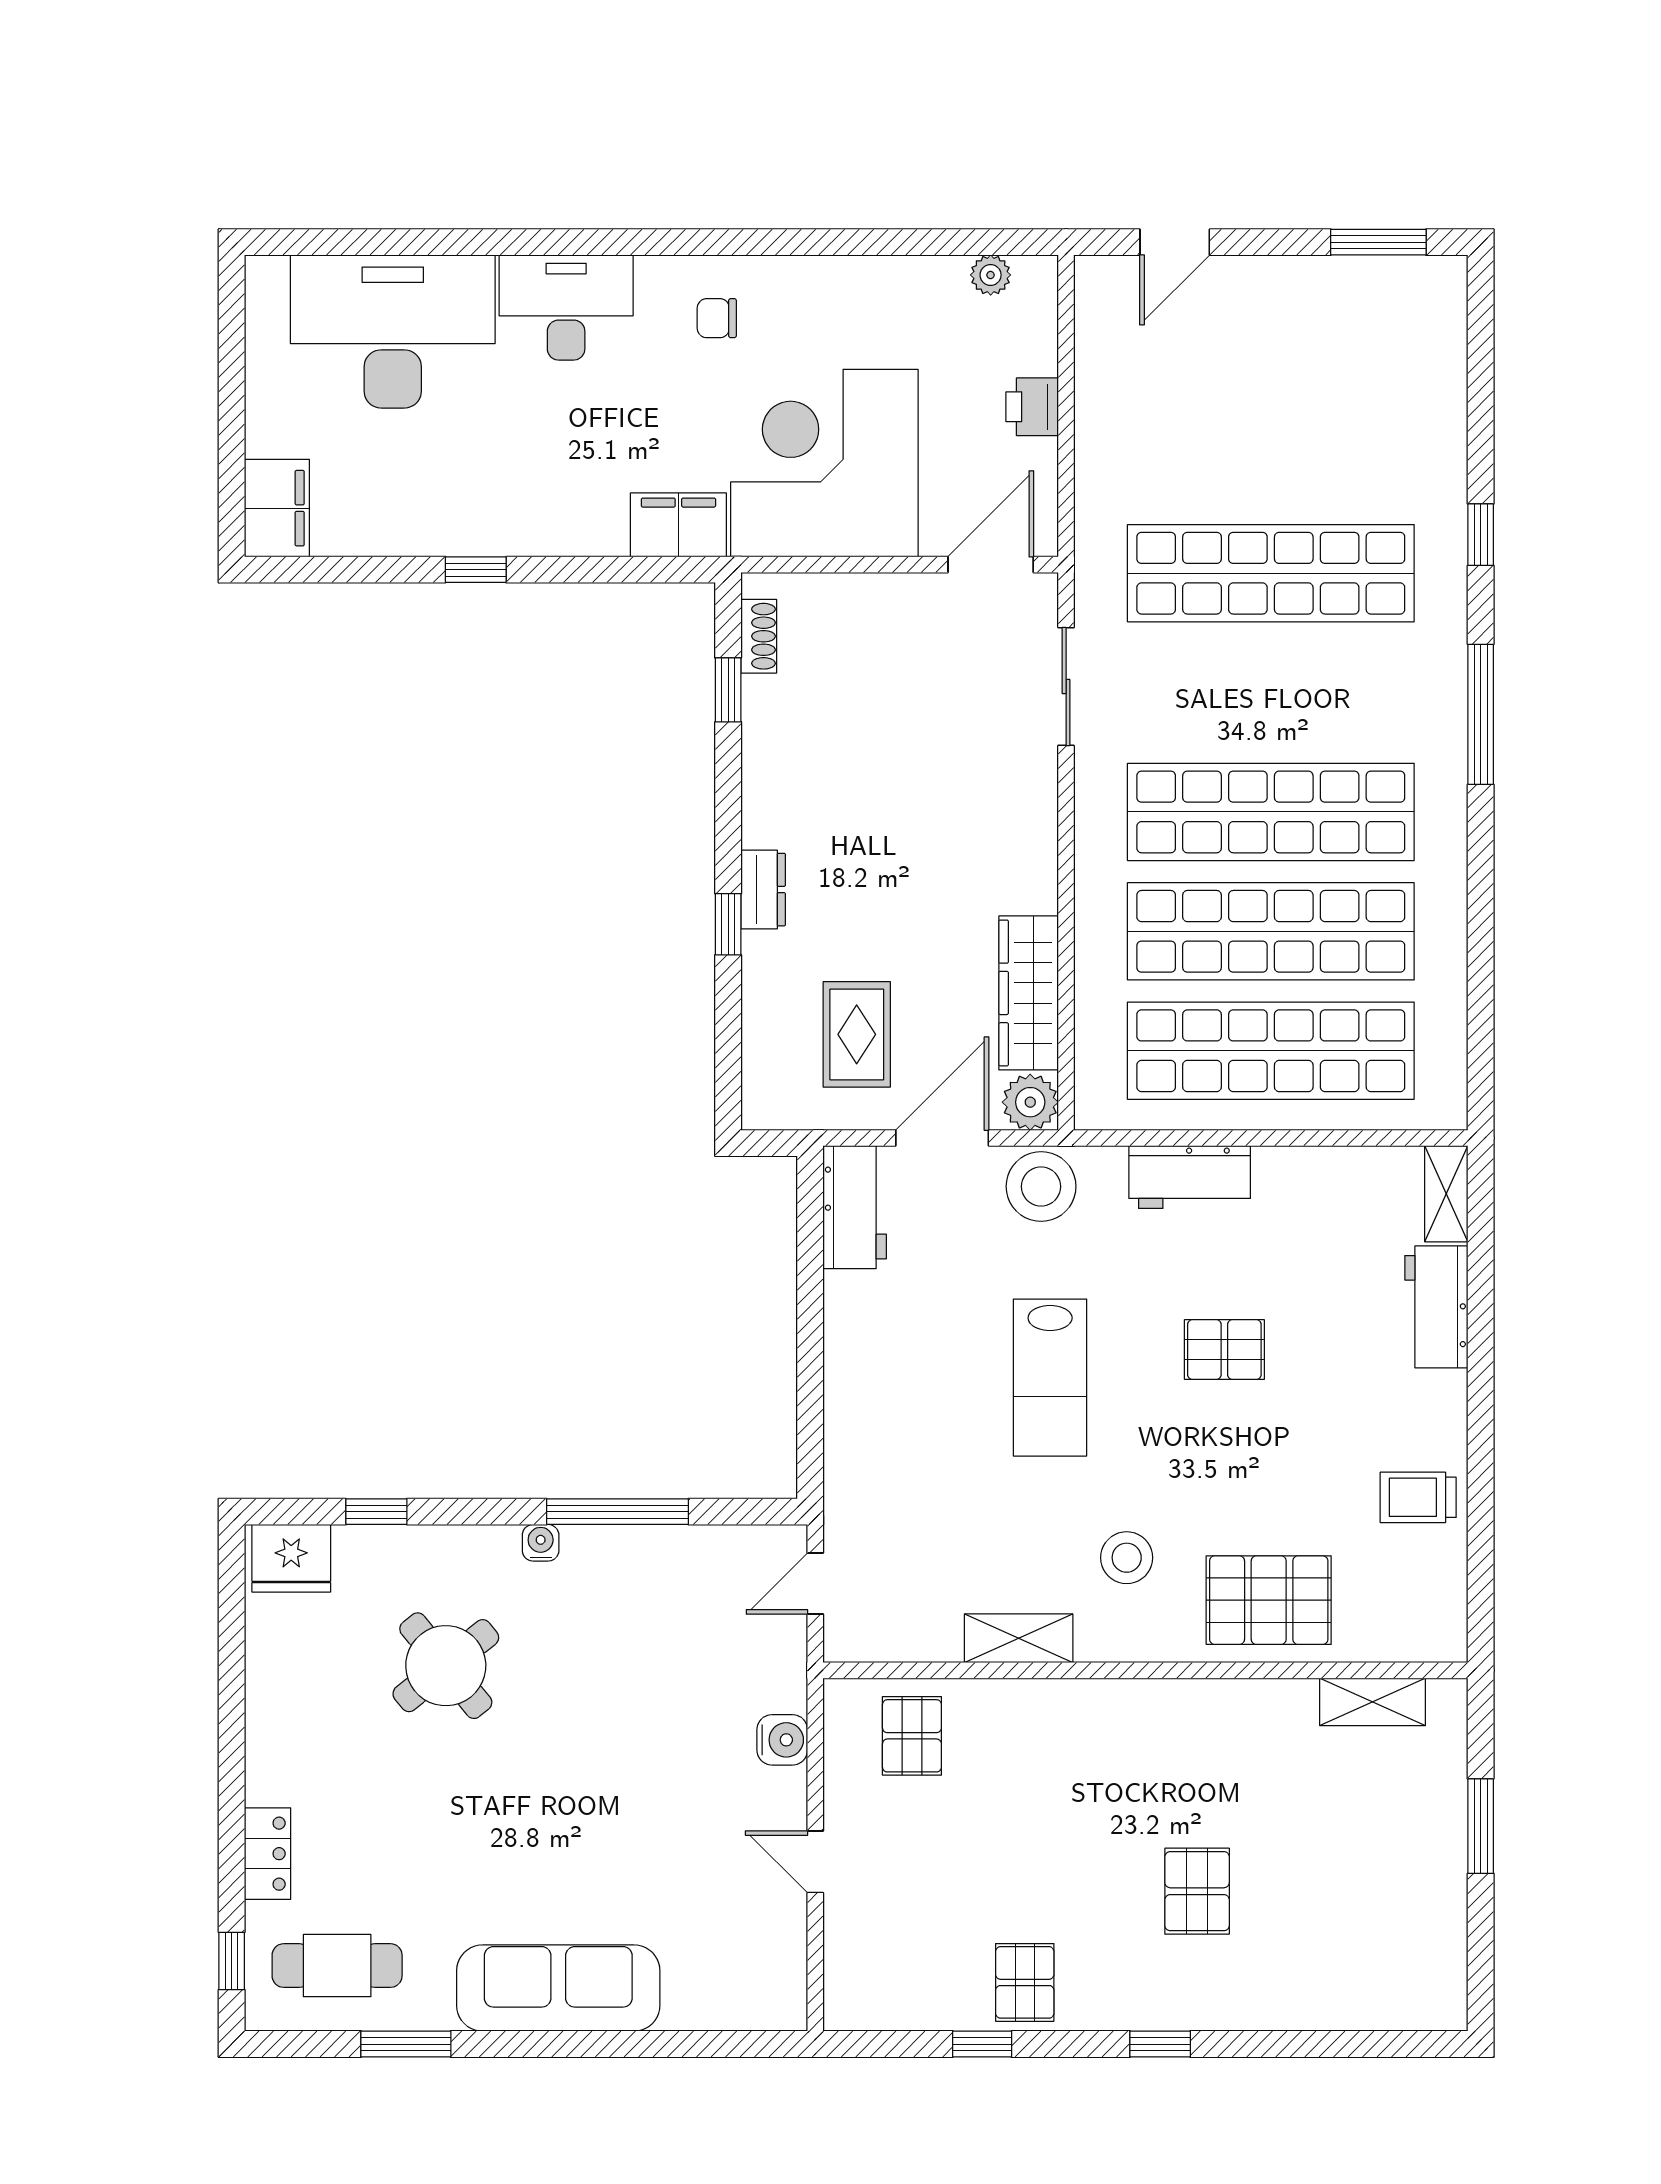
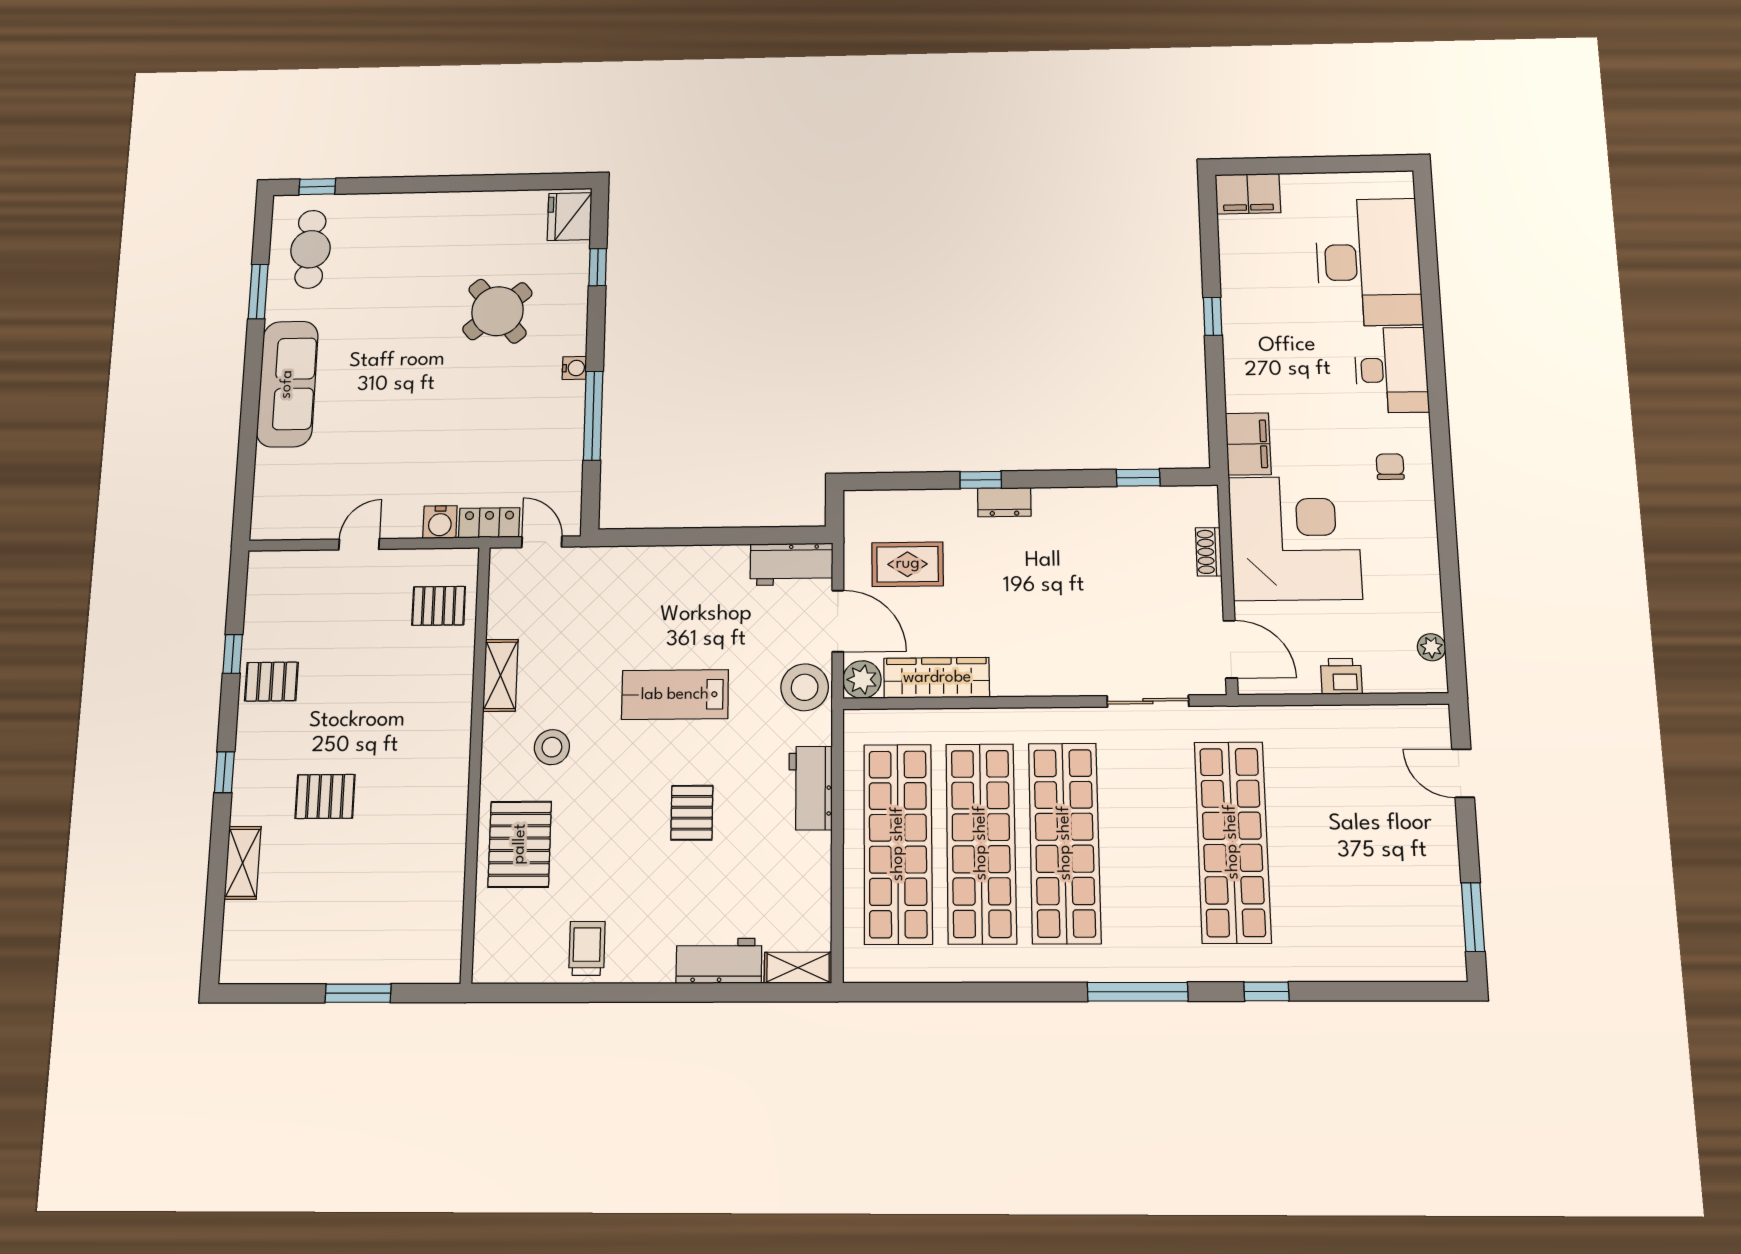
shoe rack: (759, 636) -> (1209, 552), moved, turned 90
shelving: (1373, 1702) -> (243, 863), moved
locker: (268, 1854) -> (489, 523), moved, turned 180

